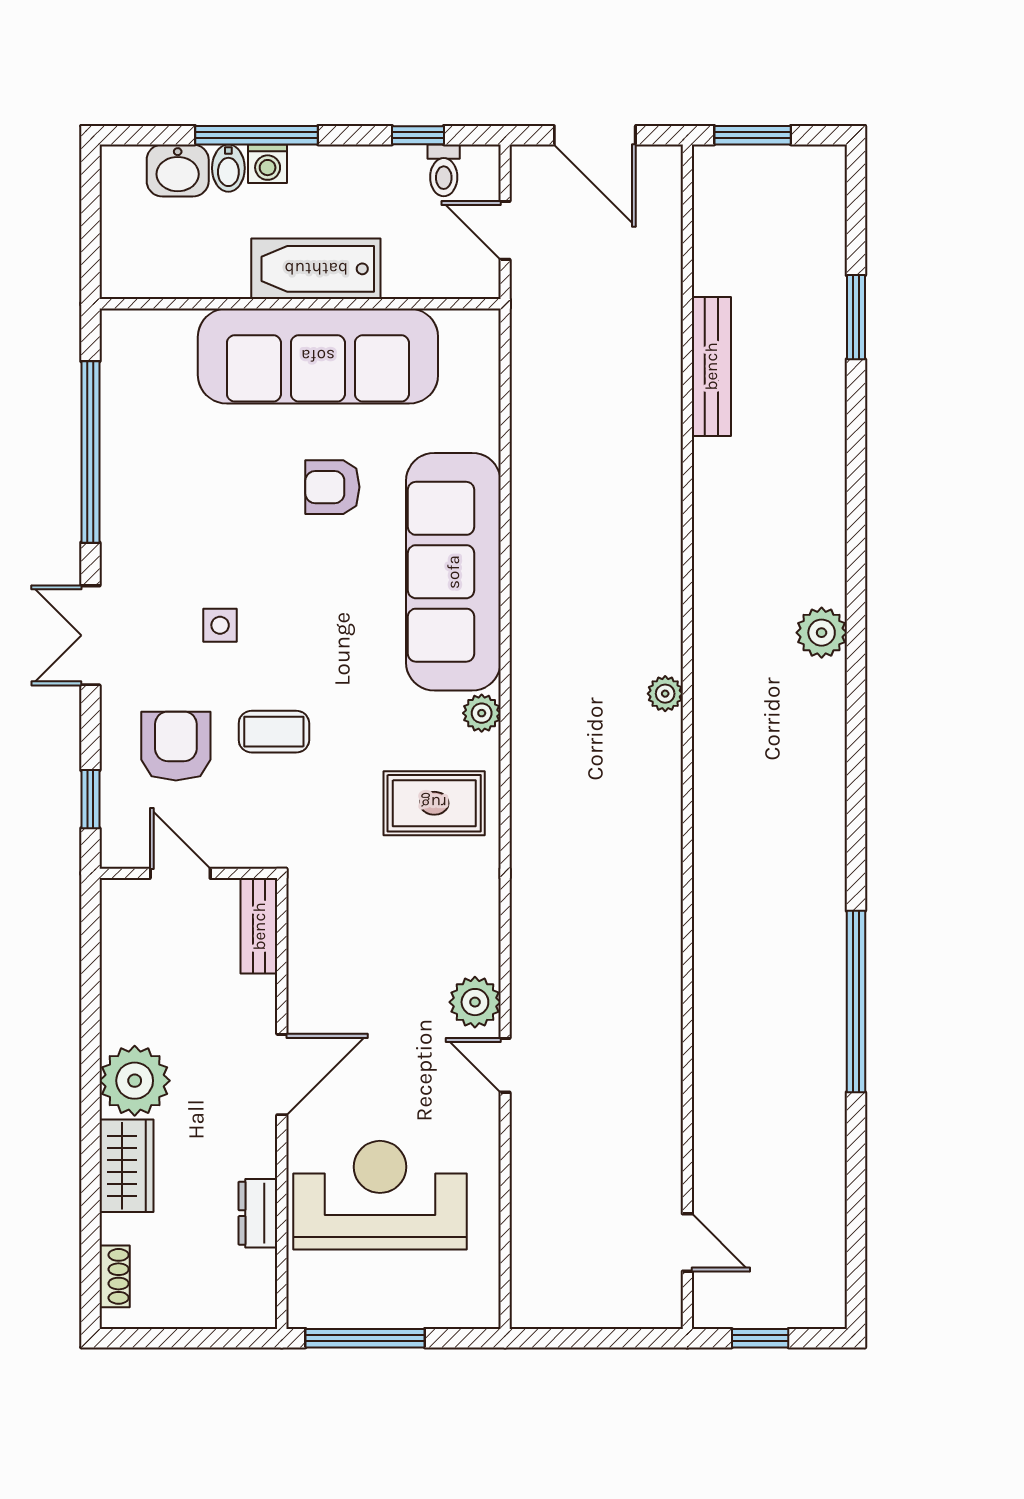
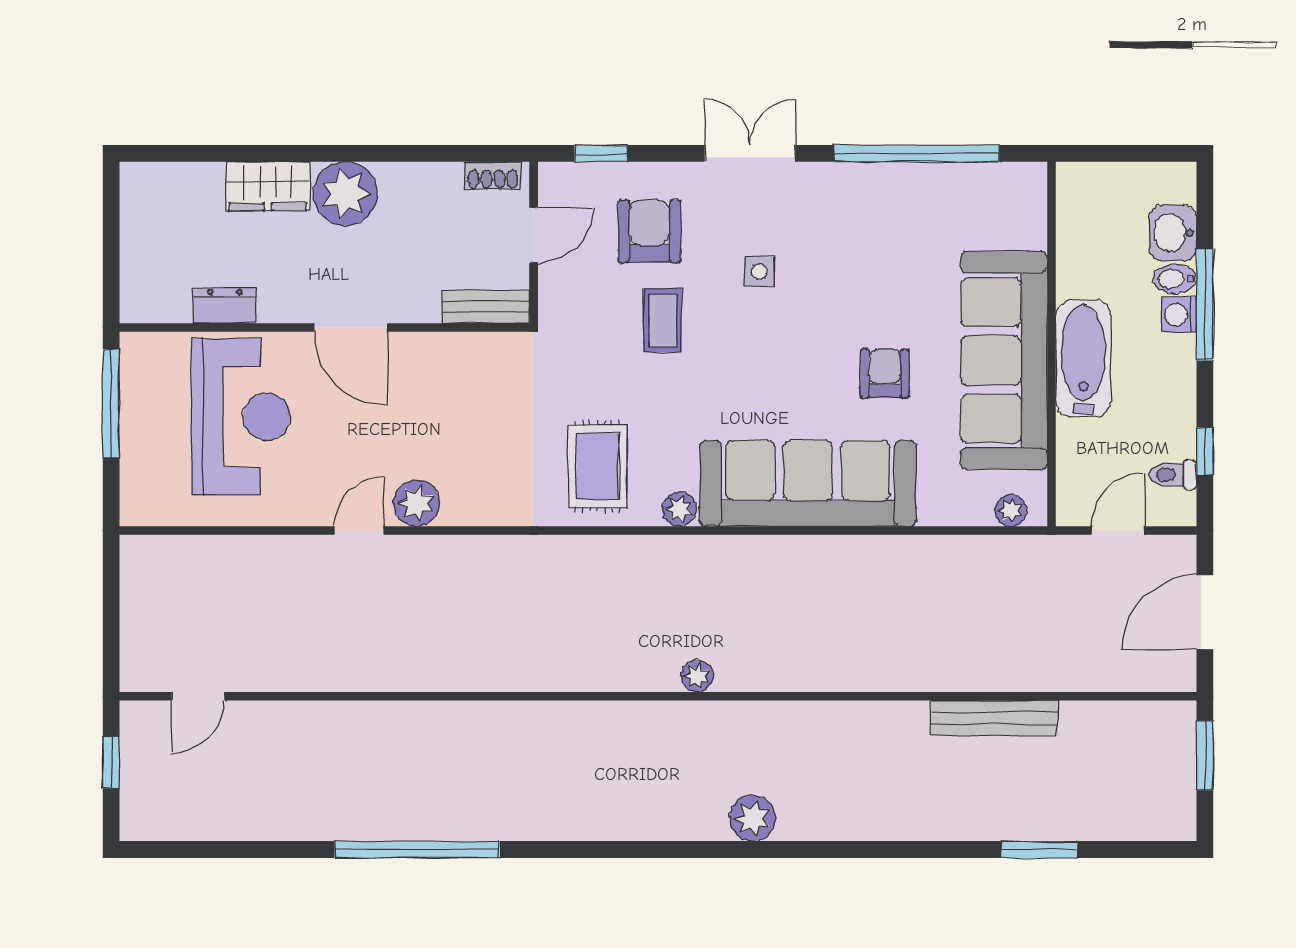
plant: (483, 349) -> (1011, 510), added
armchair: (176, 746) -> (649, 231), turned -90
shoe rack: (115, 1276) -> (493, 175), moved

